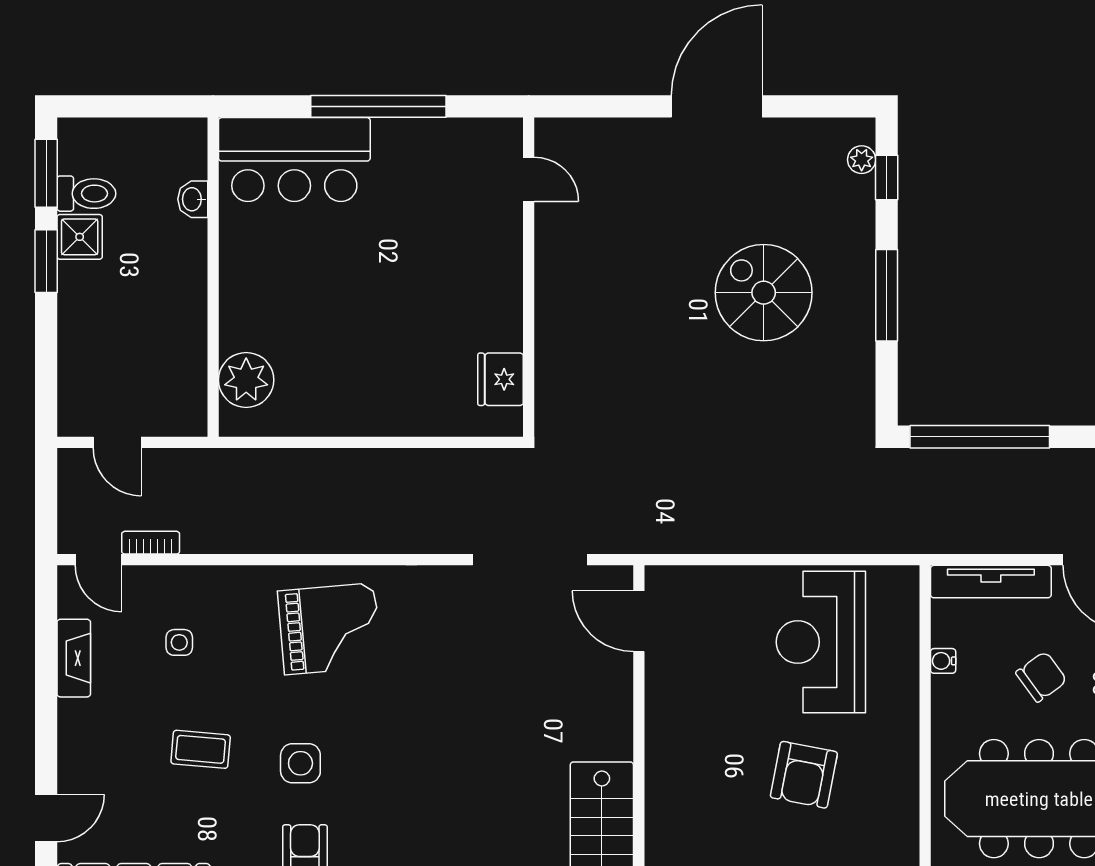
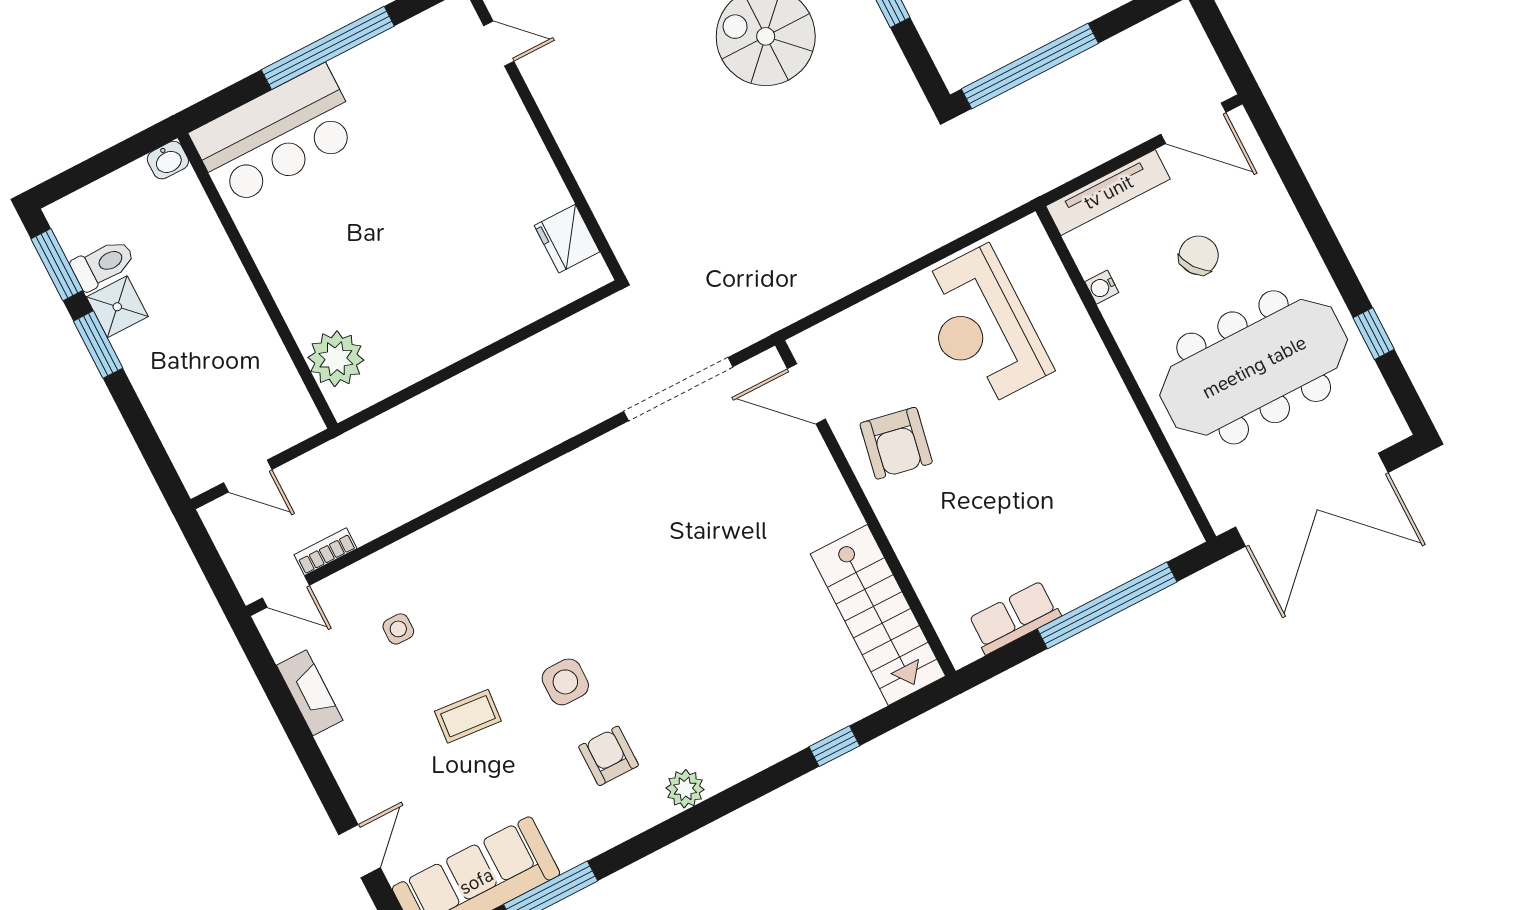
washbasin: (193, 199) -> (168, 160), moved, turned -90
grand piano: (330, 629) -> (529, 546), removed
armchair: (804, 775) -> (896, 443), moved

